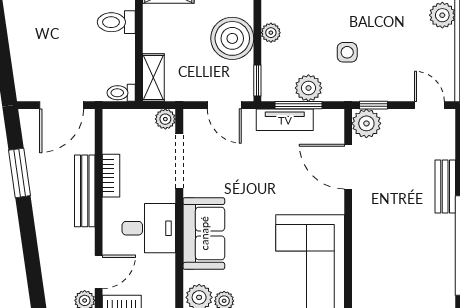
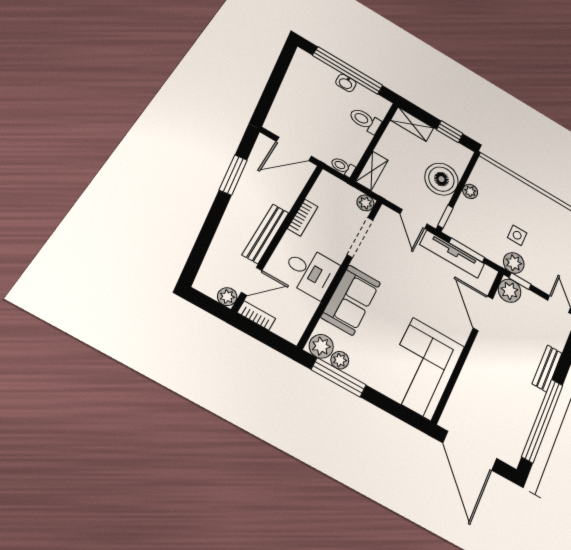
plant: (308, 88) -> (514, 263), moved
tv unit: (285, 120) -> (452, 254), width x1.41
bench: (85, 191) -> (266, 234), moved

